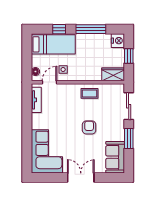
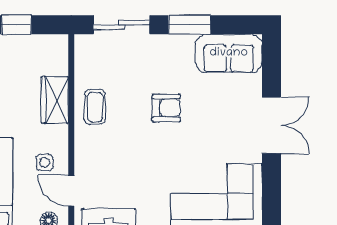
wardrobe: (113, 74) -> (55, 100), moved
armchair: (89, 127) -> (166, 108), turned 180
double door: (81, 178) -> (271, 125), swing flipped

